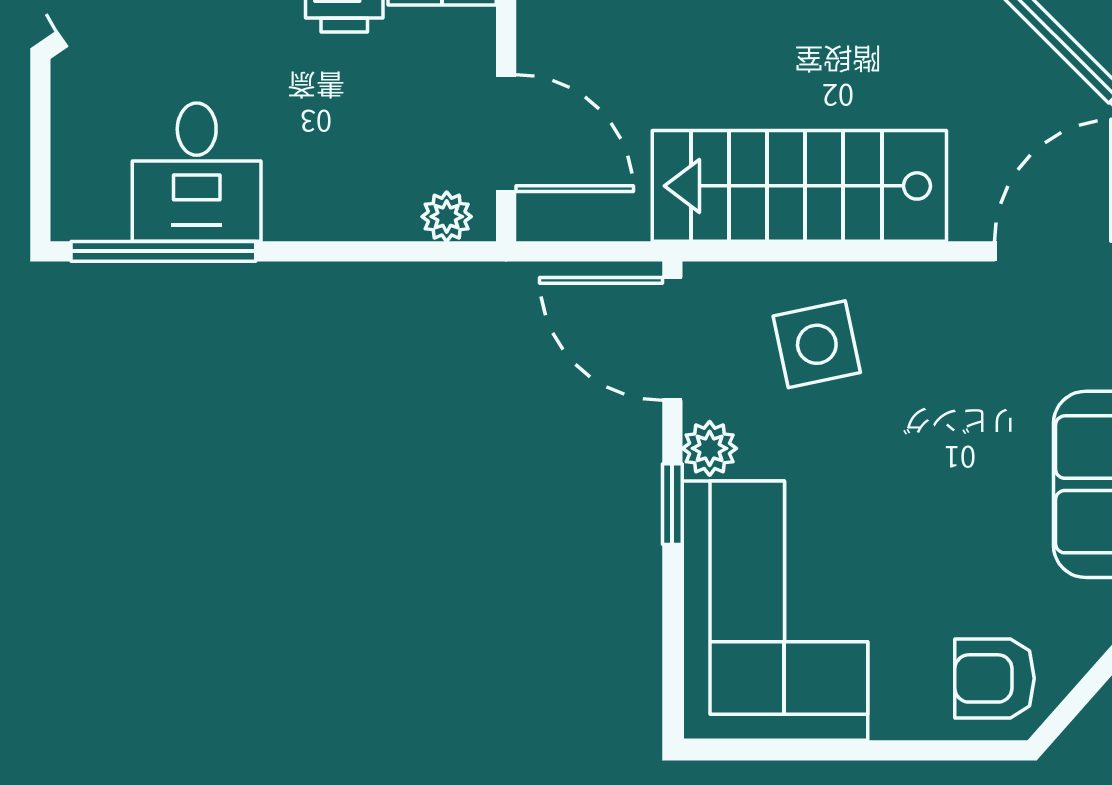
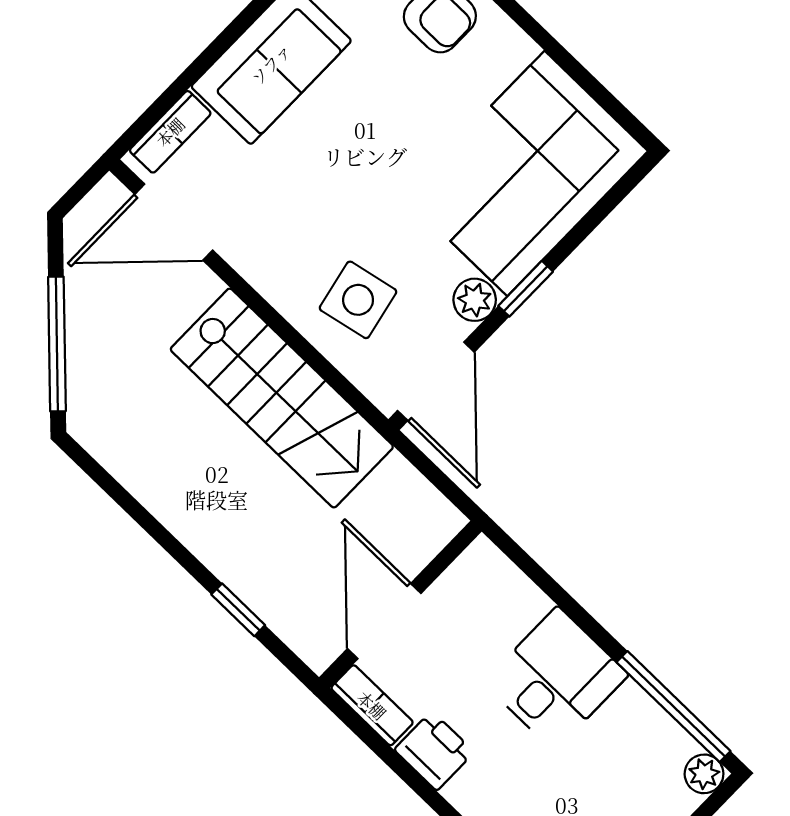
door: (506, 133) -> (384, 621), moved
desk: (197, 172) -> (556, 679), moved
plant: (447, 217) -> (704, 774), moved

